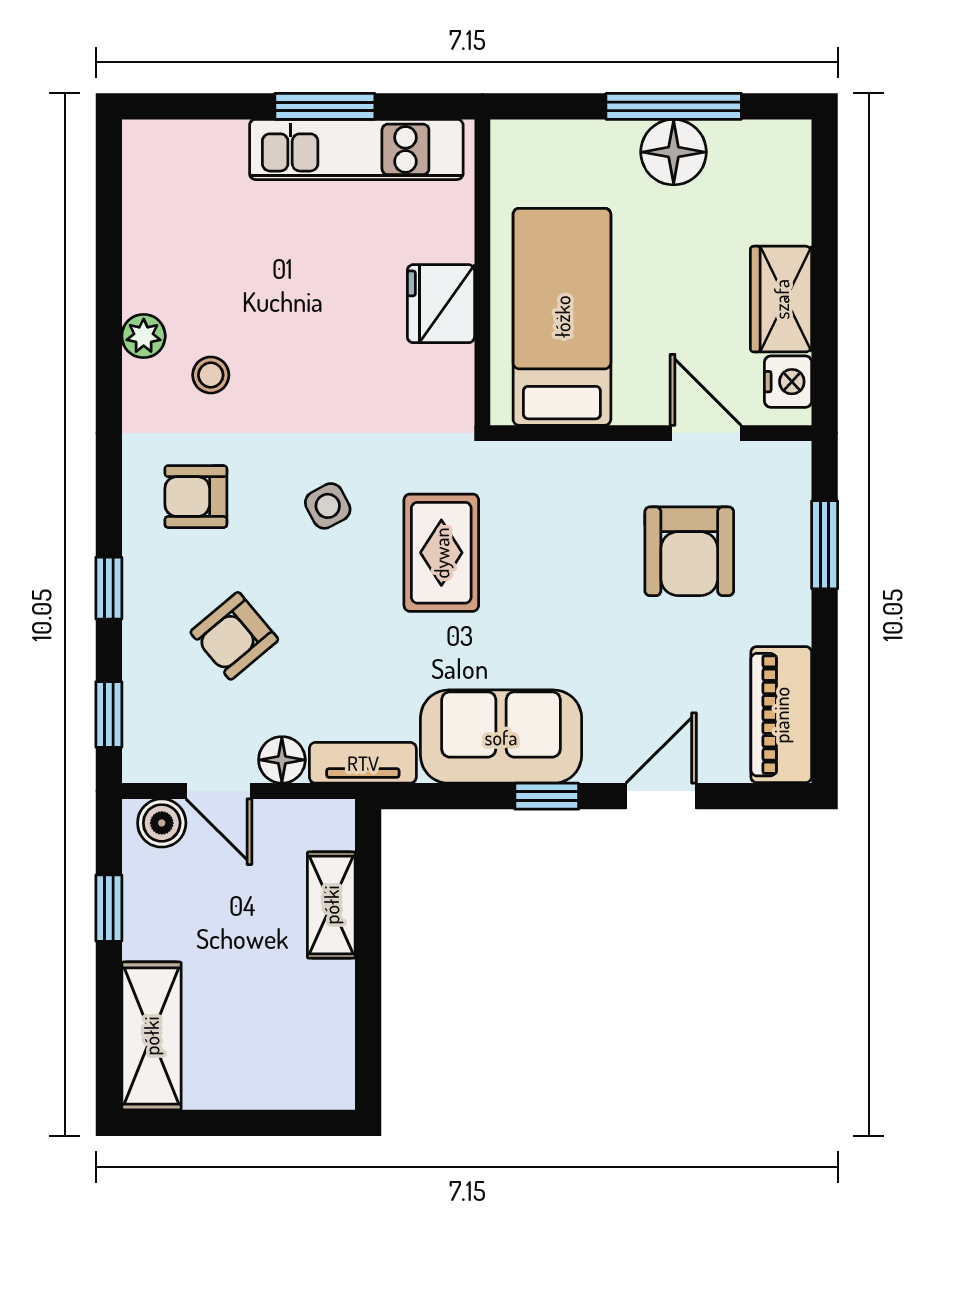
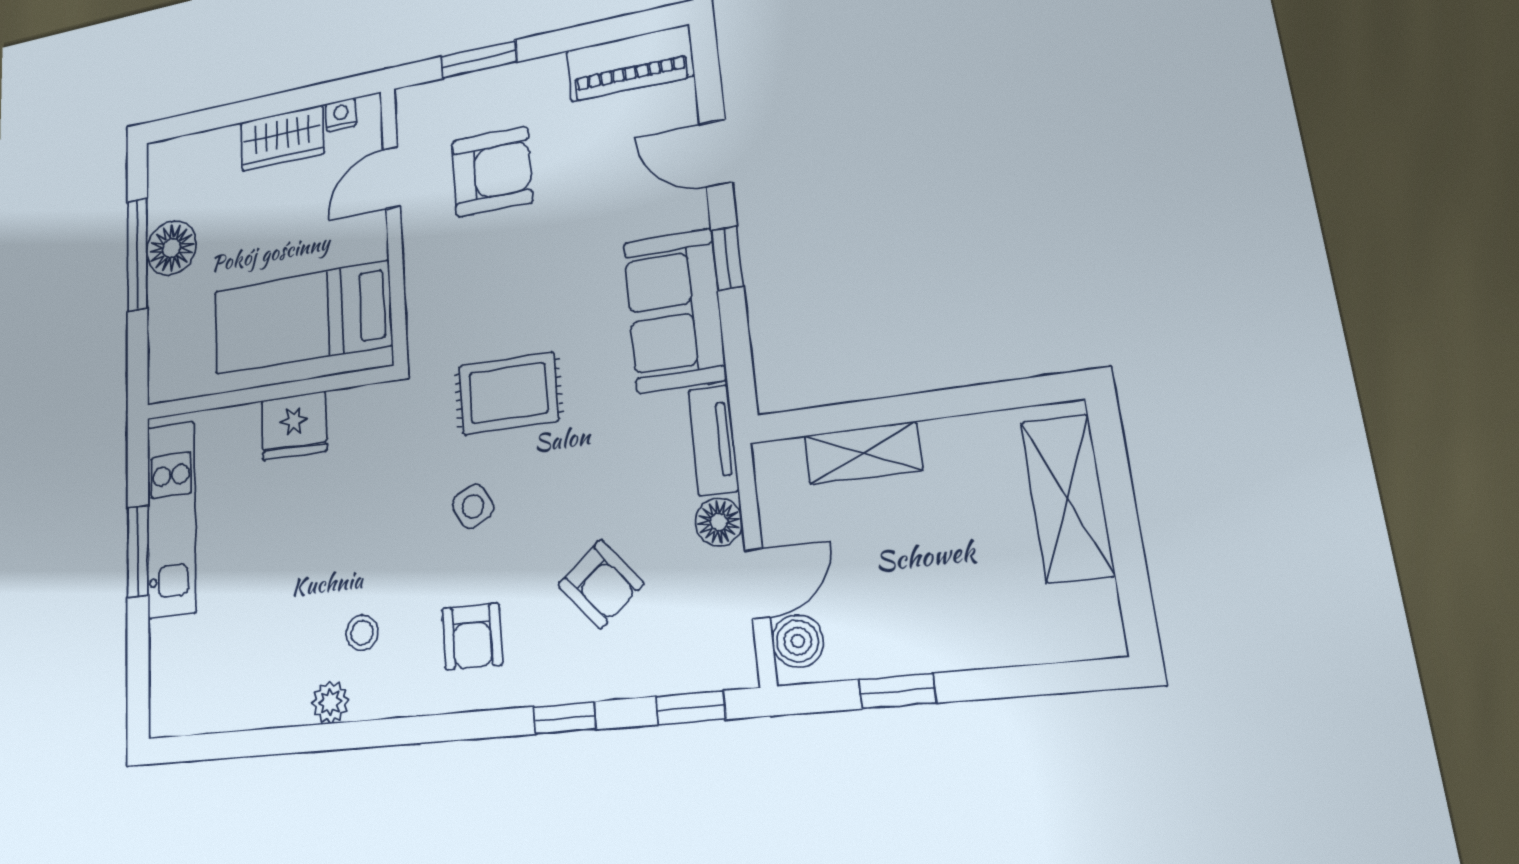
nightstand: (788, 382) -> (341, 115), width x0.72, depth x0.74
shelving: (151, 1036) -> (1067, 498), moved, turned 90

